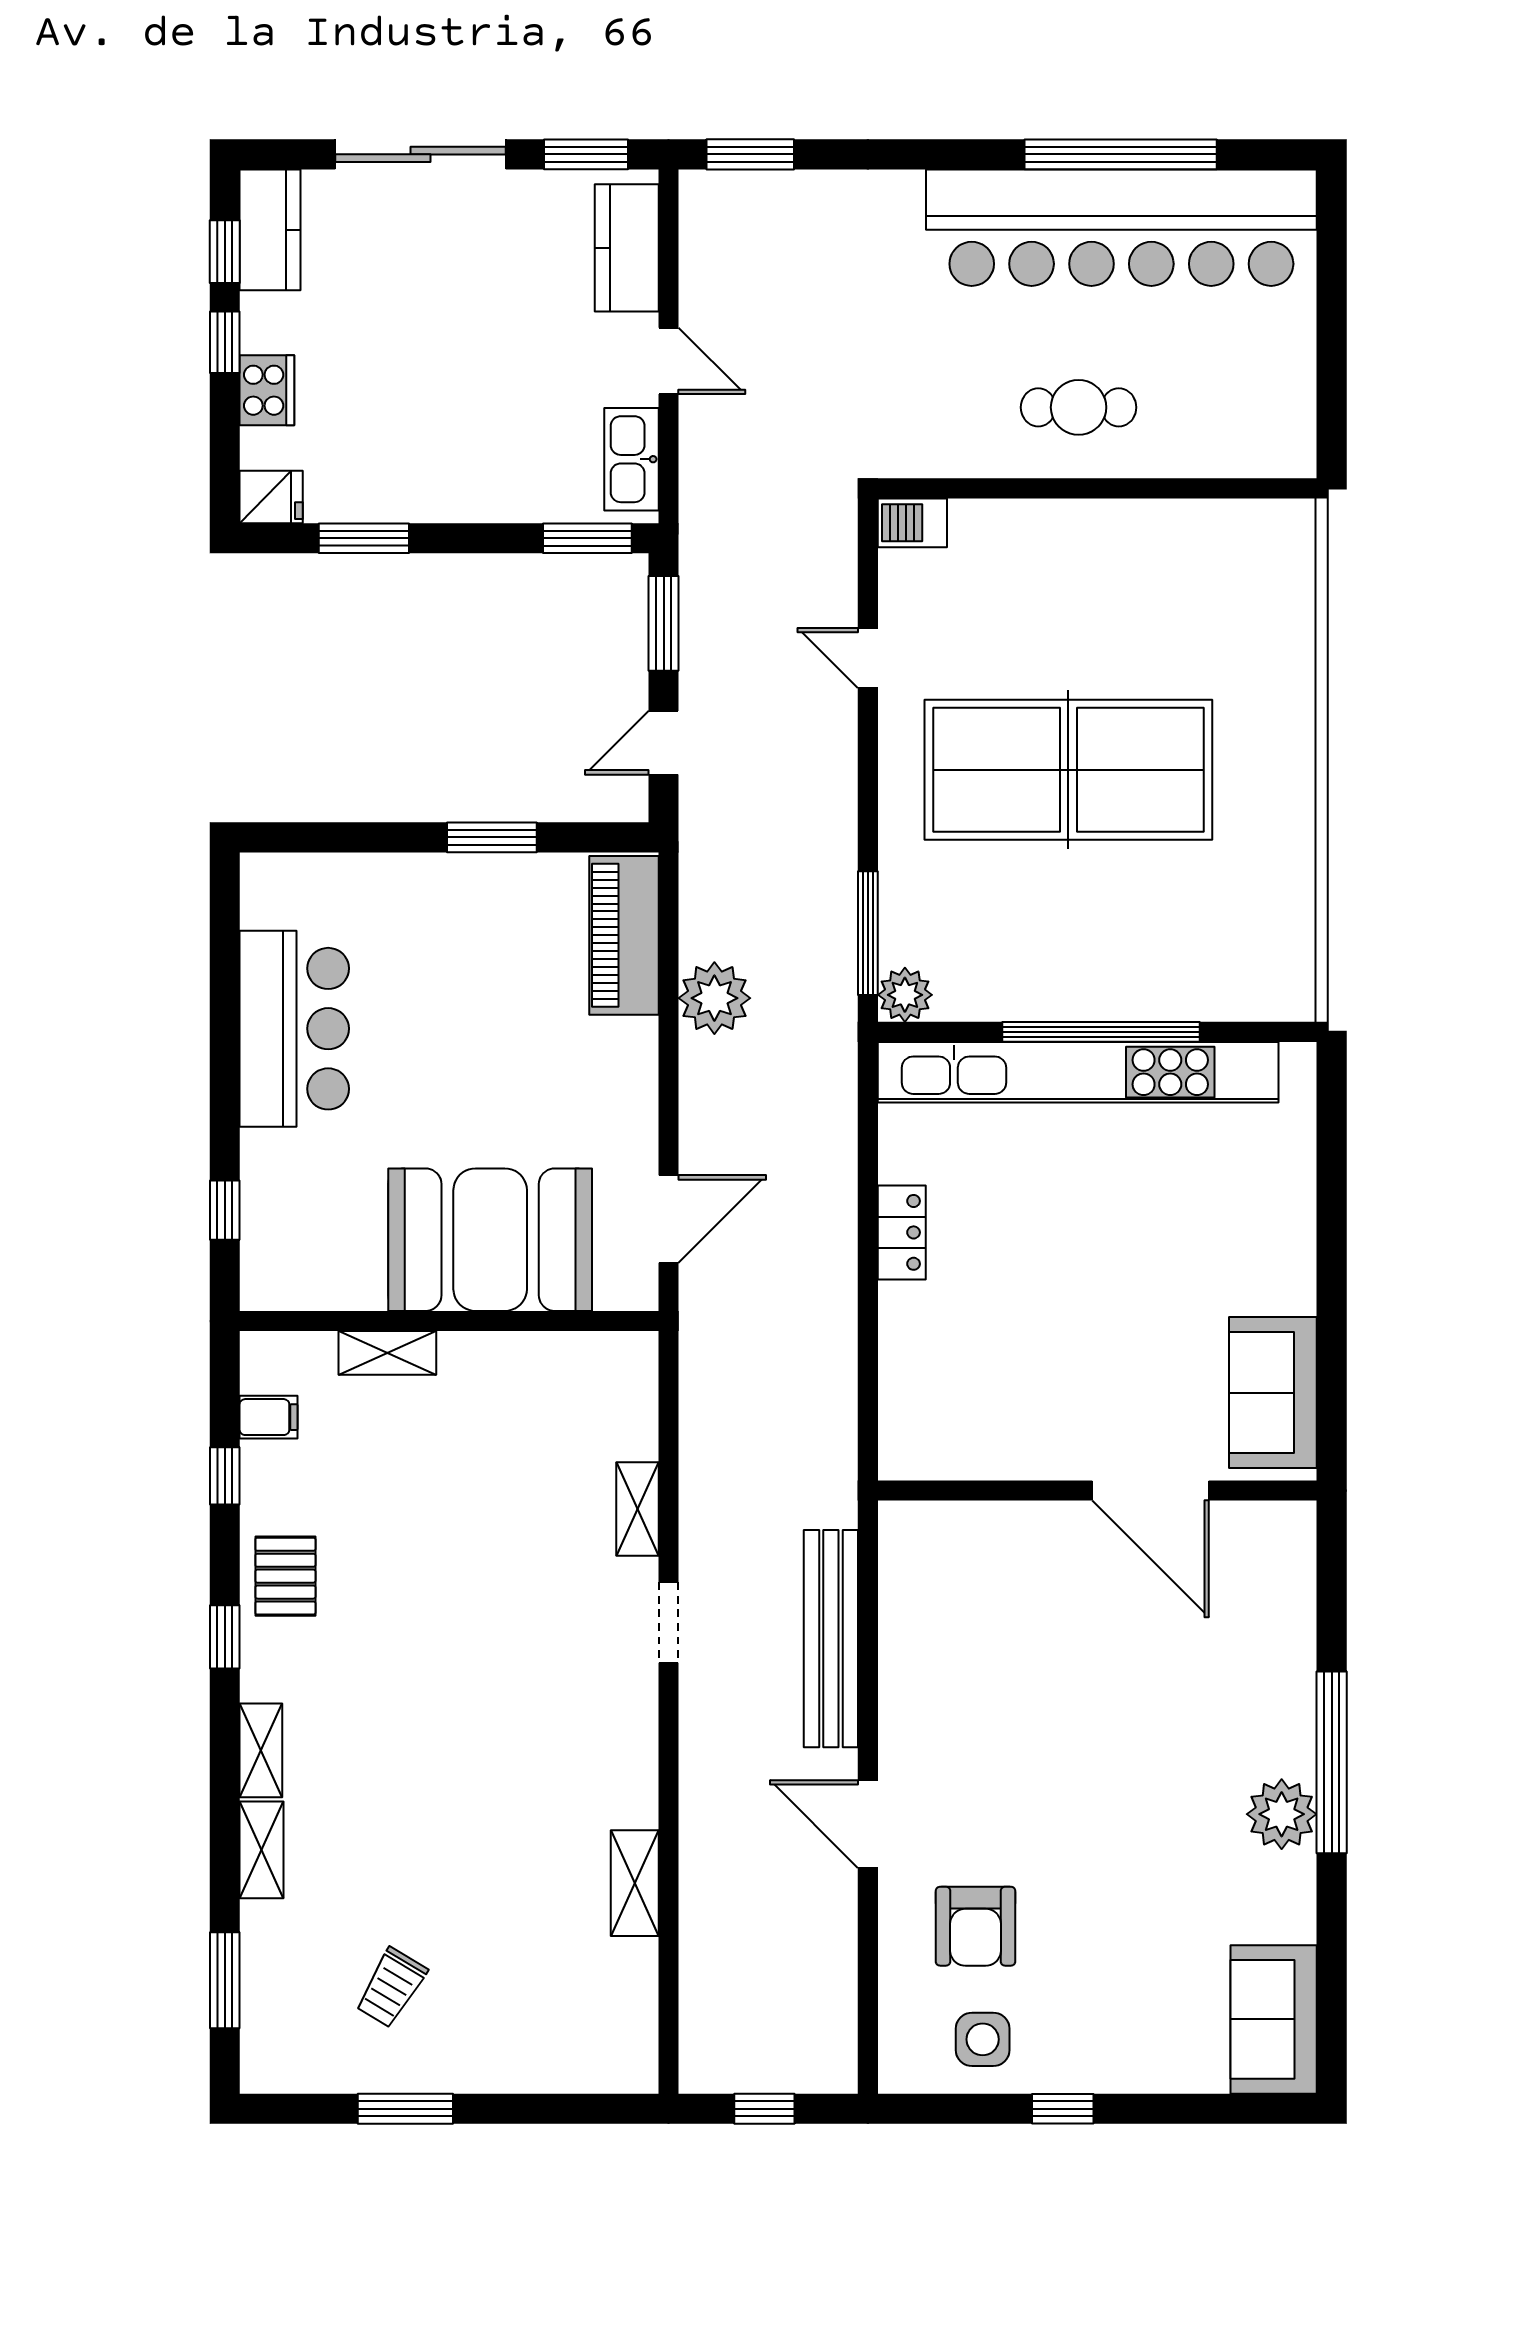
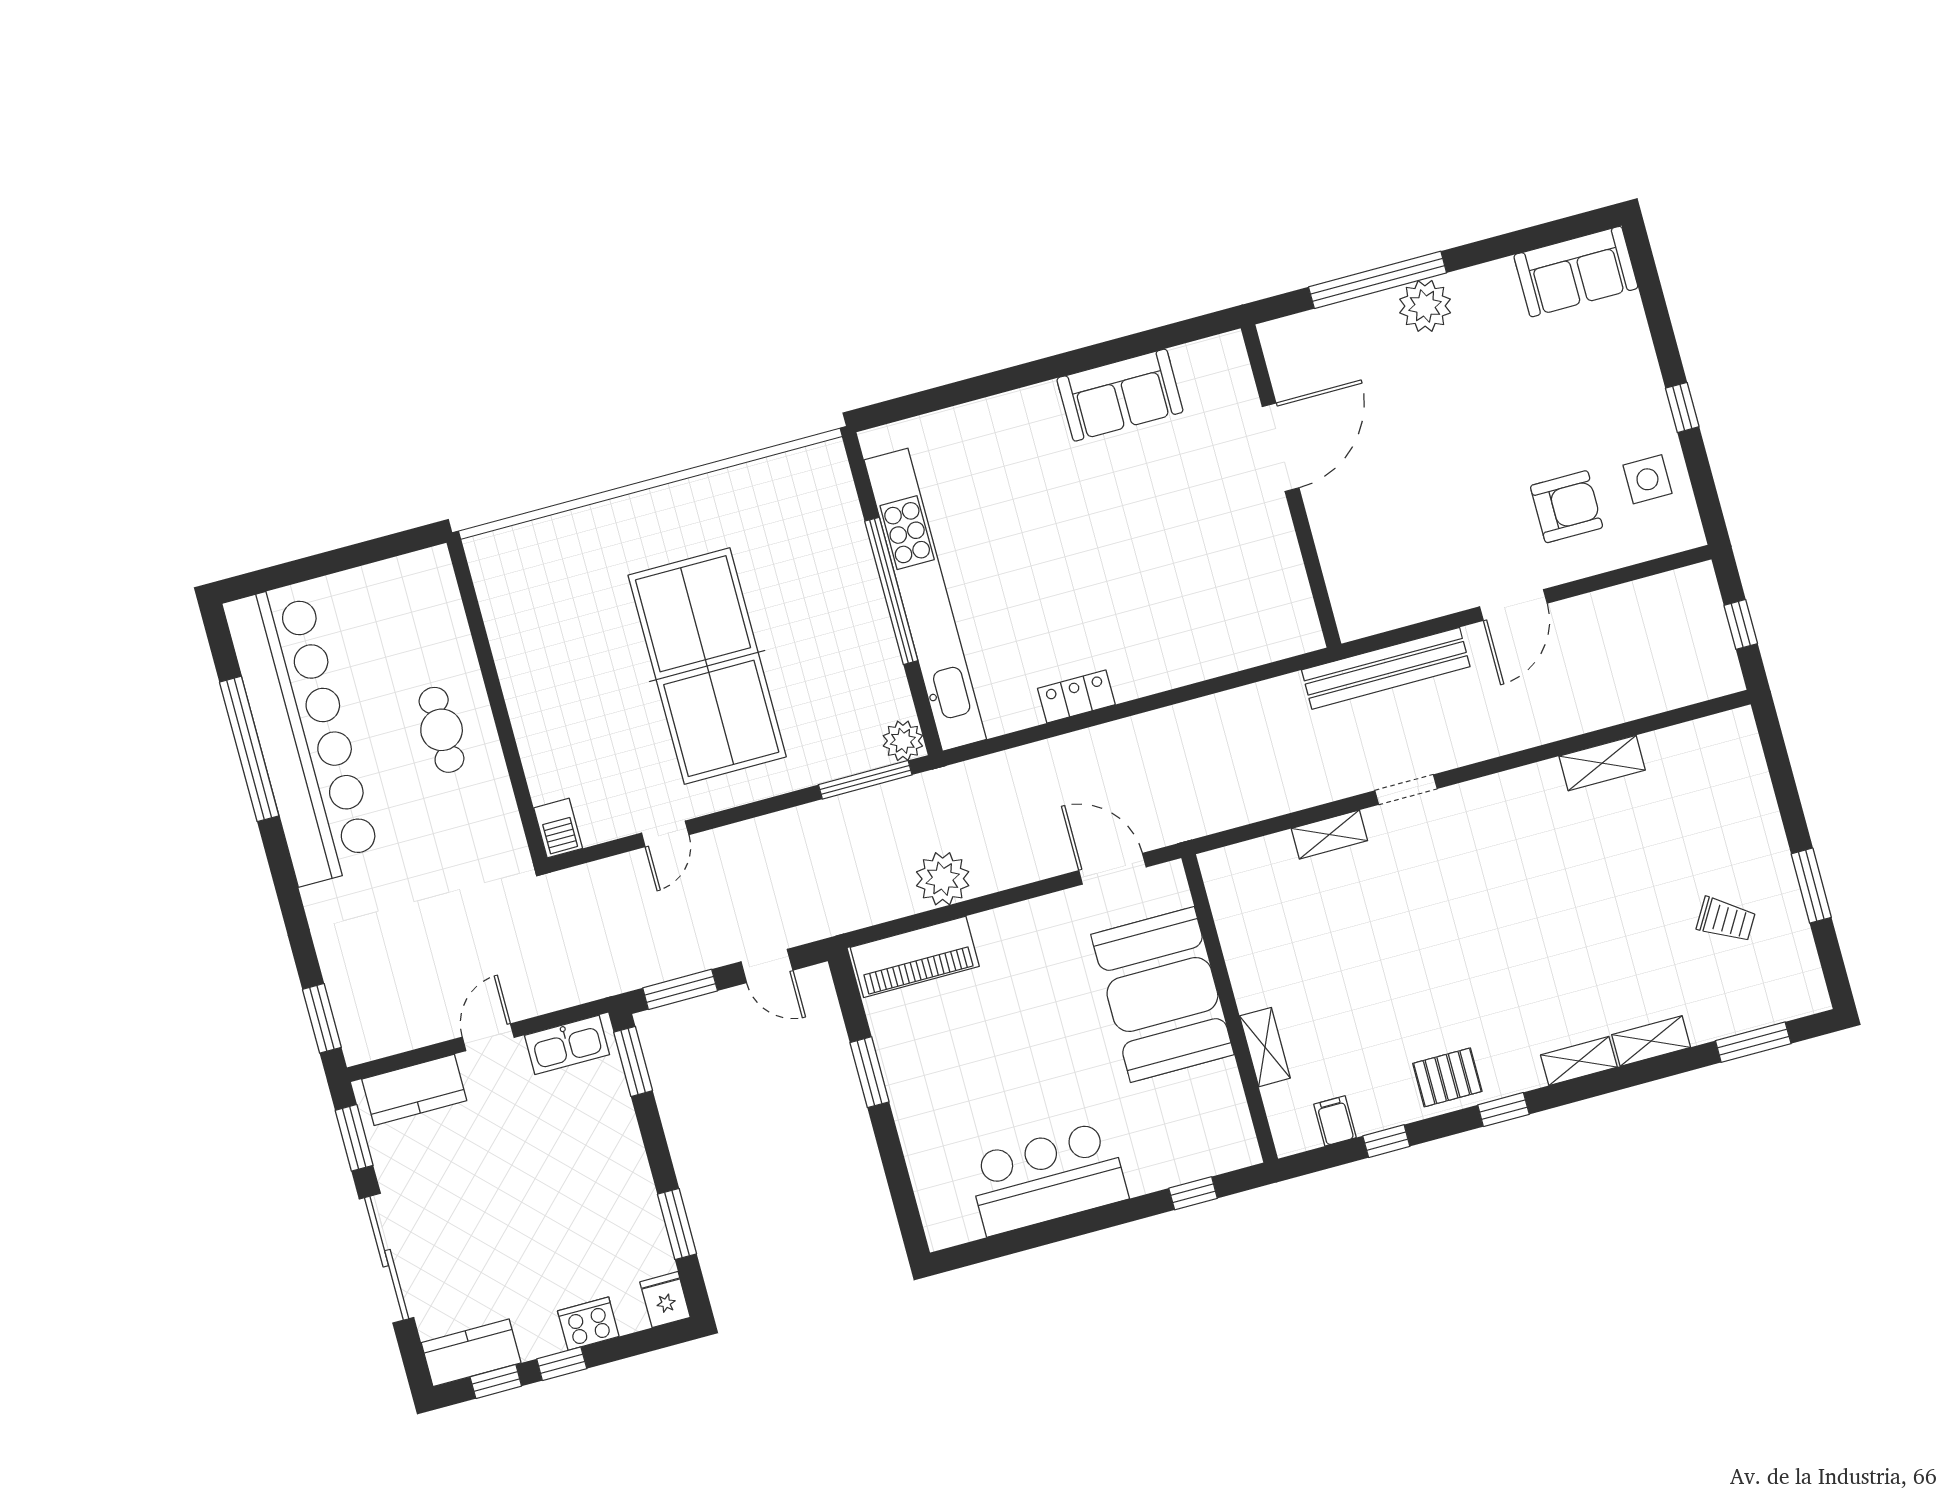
wall: (1097, 1491) -> (1291, 486), moved
door: (1151, 1491) -> (1281, 447), moved

